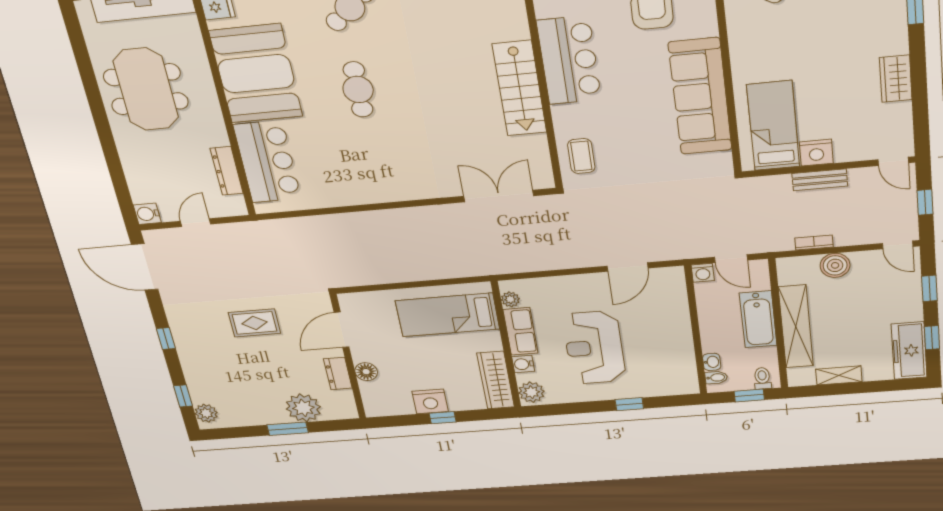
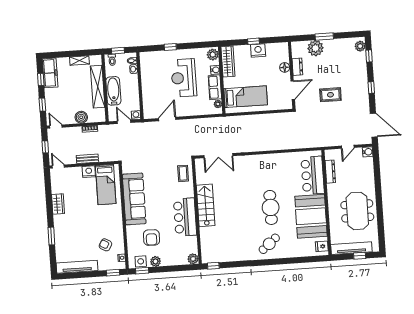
cafe table: (358, 89) -> (271, 207), width x1.37, depth x1.35
reception desk: (594, 348) -> (184, 78), turned 180

